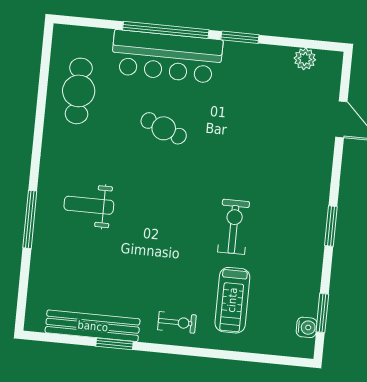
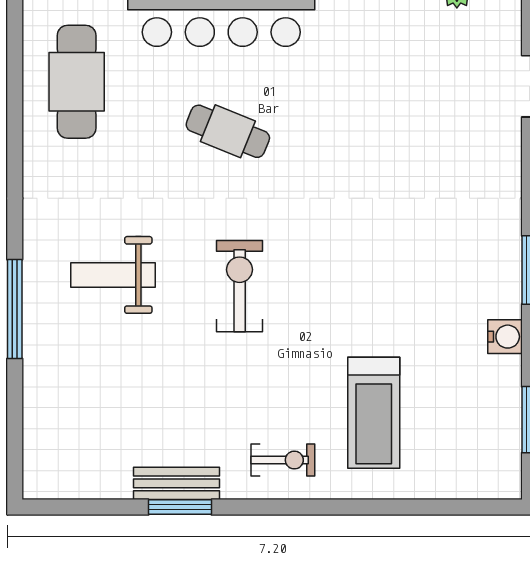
exercise bike: (234, 227) -> (240, 286), moved
bench: (93, 326) -> (177, 483), width x0.54, depth x0.82
water cooler: (307, 327) -> (505, 337), moved

